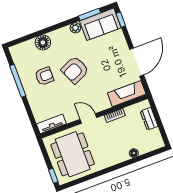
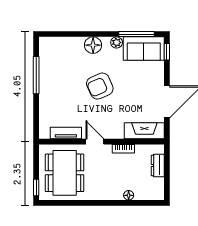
window: (90, 14) -> (137, 34), width x1.44
floor lamp: (43, 43) -> (93, 45), moved
armchair: (44, 76) -> (66, 81), removed
tv unit: (51, 124) -> (66, 133), moved

